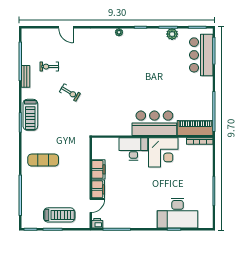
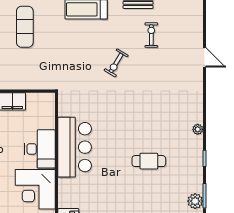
door: (66, 27) -> (204, 57), swing flipped
cafe table: (142, 68) -> (149, 161), added
bar counter: (154, 123) -> (75, 147), moved

